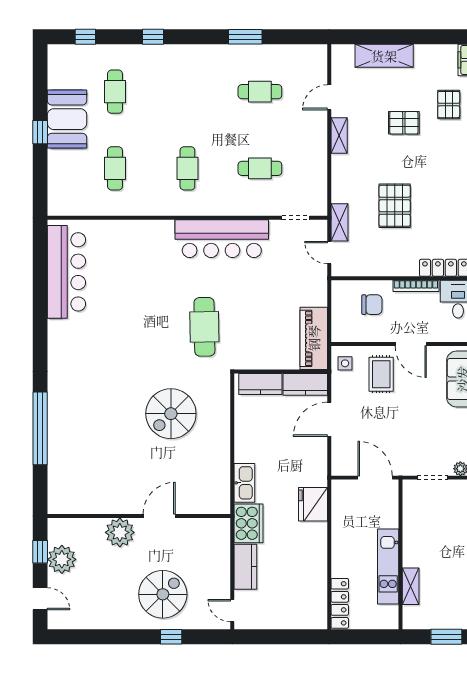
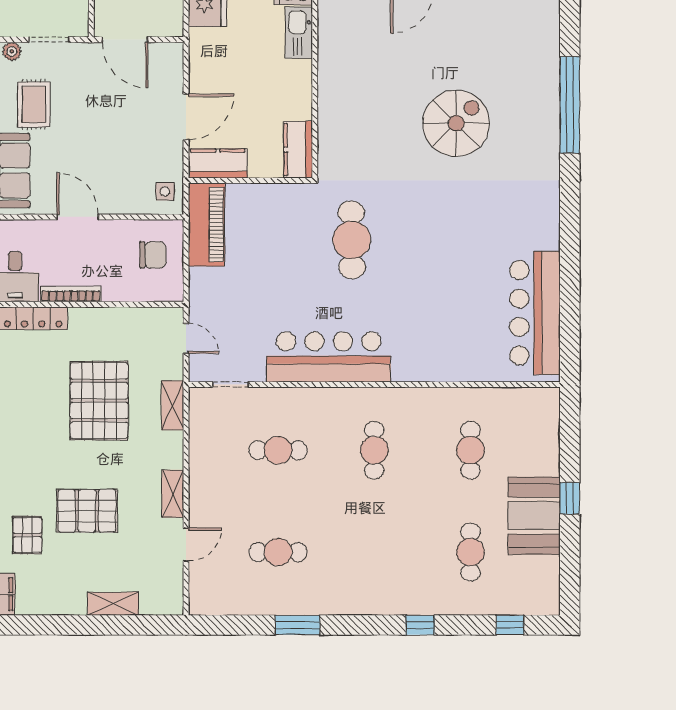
shelving: (384, 56) -> (113, 604), width x0.67, depth x0.75
pallet: (404, 123) -> (87, 511), width x1.50, depth x1.42
pallet: (395, 206) -> (99, 401), width x1.37, depth x1.41
shelving: (339, 222) -> (172, 405), moved
chair: (372, 305) -> (153, 255), moved, turned 180
rug: (381, 374) -> (34, 104), moved
kitchen counter: (260, 384) -> (298, 150), moved, turned -90
spiral stairs: (171, 414) -> (456, 123), moved

